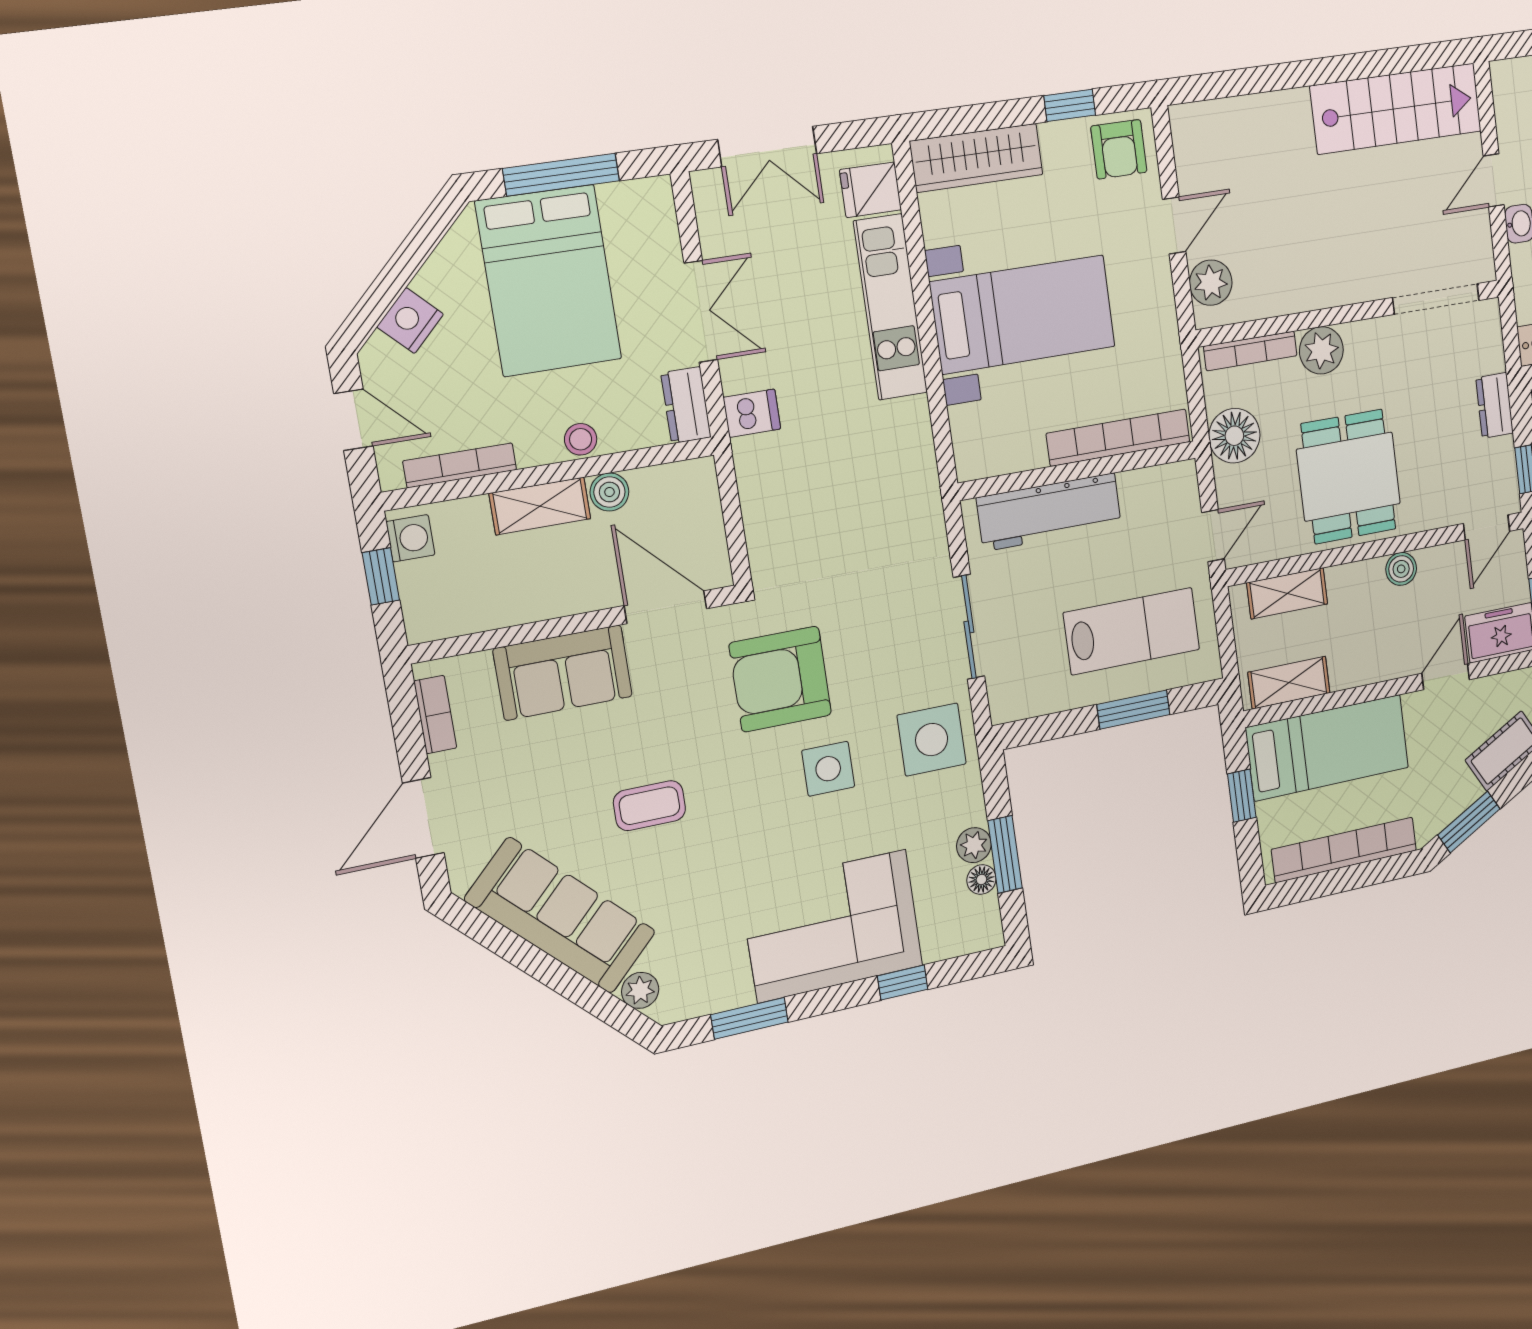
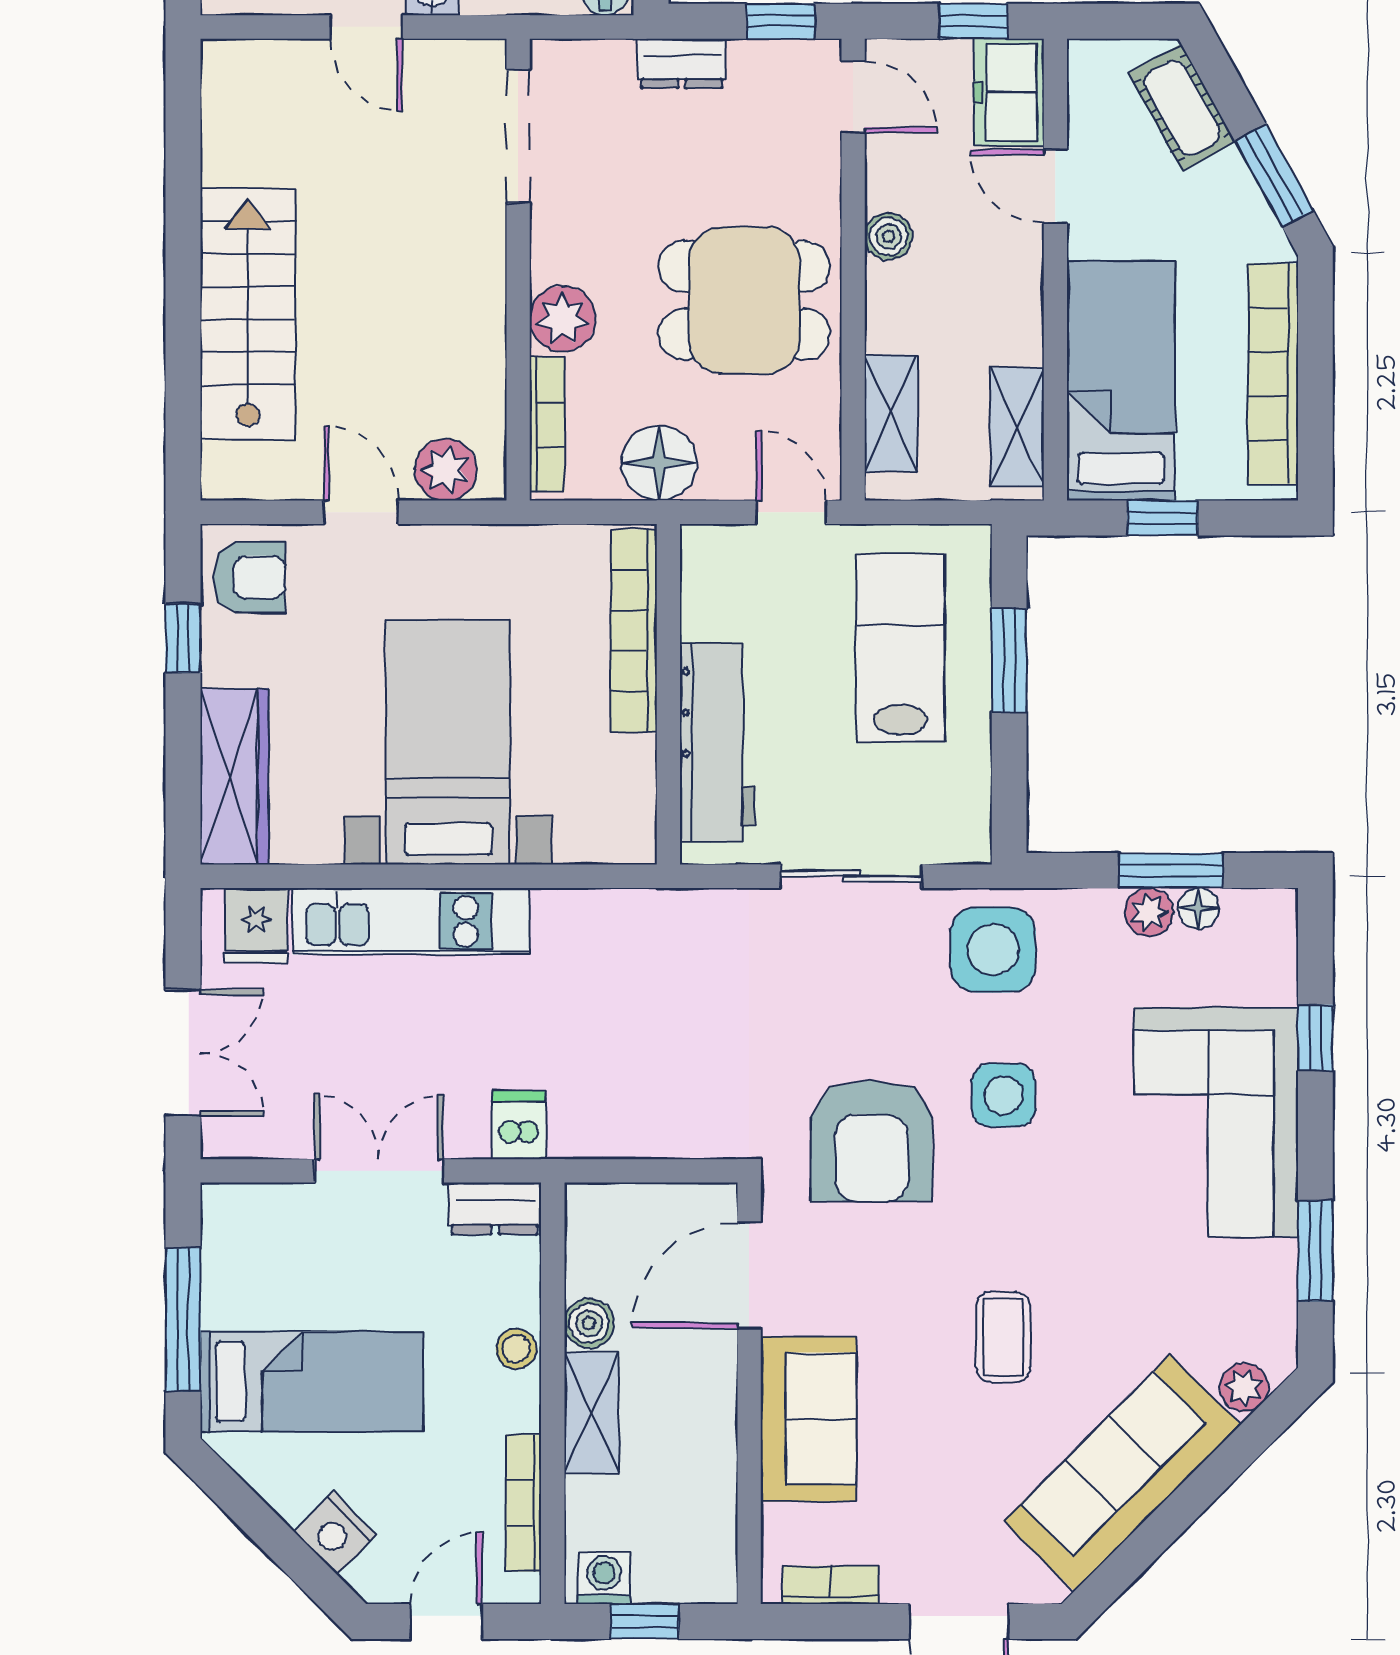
stairs: (1396, 109) -> (248, 314), moved
bed: (549, 281) -> (312, 1381), width x0.67

